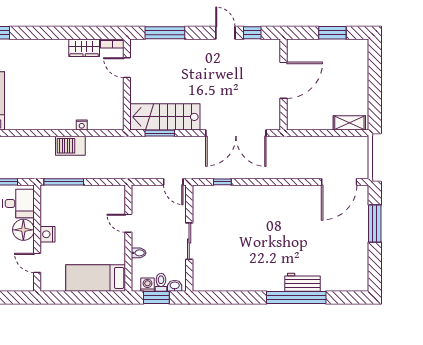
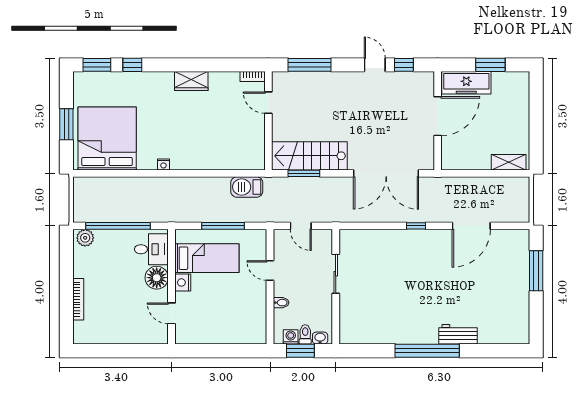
wardrobe: (84, 48) -> (191, 81), moved
freezer: (310, 49) -> (466, 83), added
nightstand: (82, 125) -> (163, 165), moved
barbecue: (70, 146) -> (247, 187), moved
window: (64, 182) -> (223, 226), moved
door: (173, 182) -> (301, 226), moved
window: (222, 182) -> (416, 226), moved
door: (339, 182) -> (471, 226), moved
sliding door: (189, 241) -> (336, 274), moved
bed: (96, 278) -> (207, 258), moved, turned 180
window: (296, 297) -> (427, 351), moved

